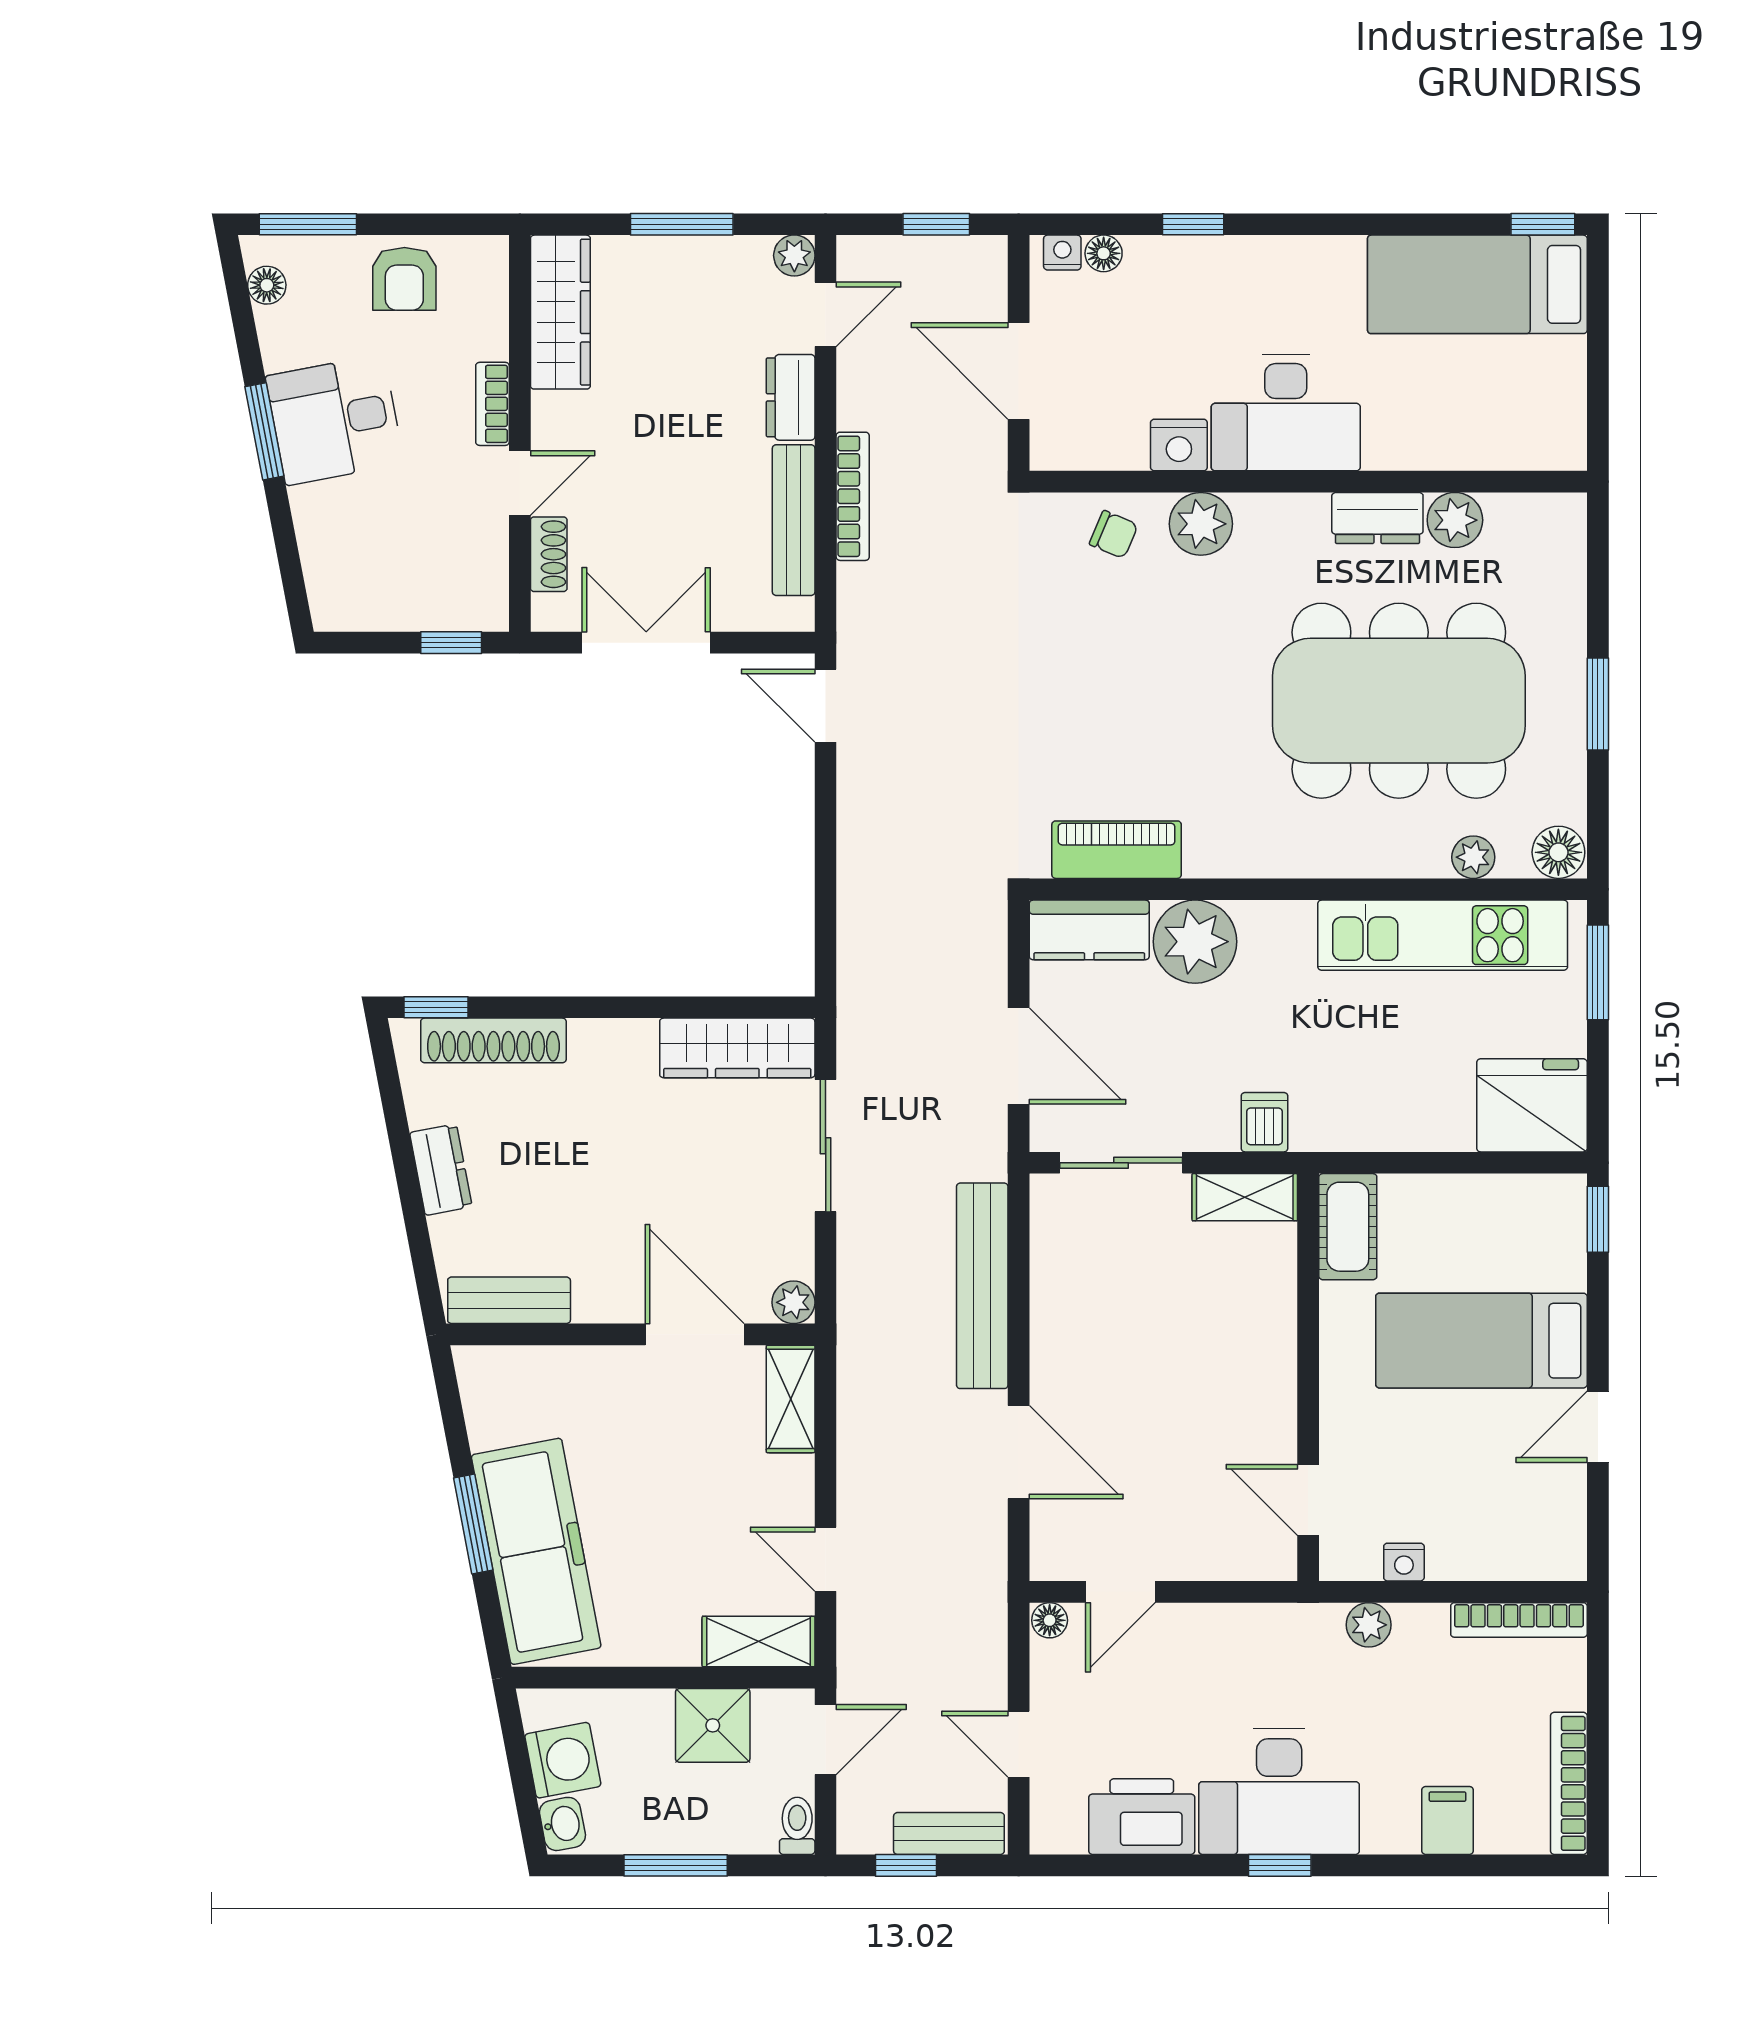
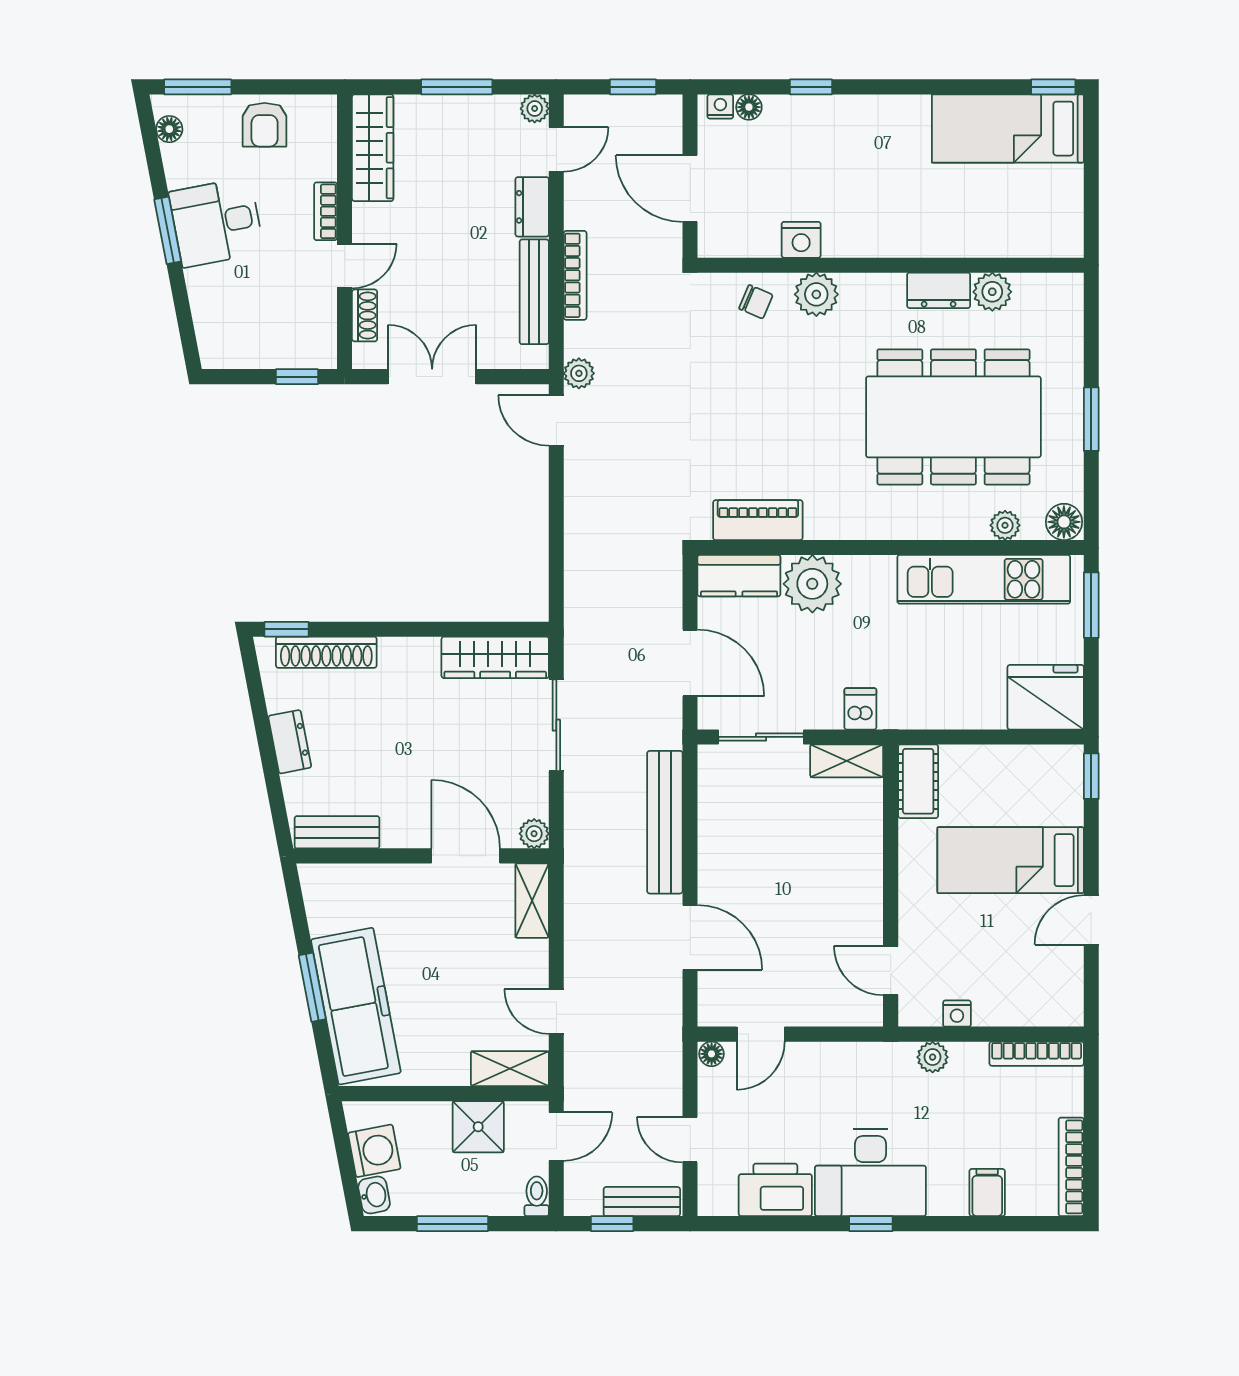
desk: (1286, 413) -> (875, 217), removed
plant: (858, 638) -> (579, 373), added

